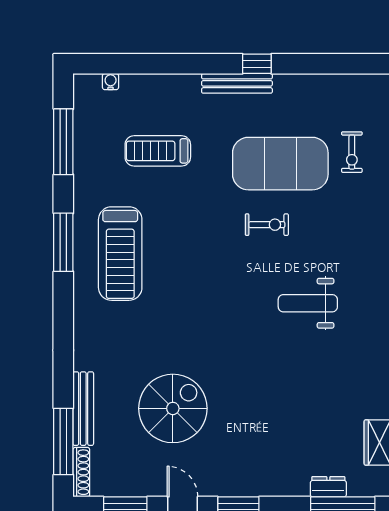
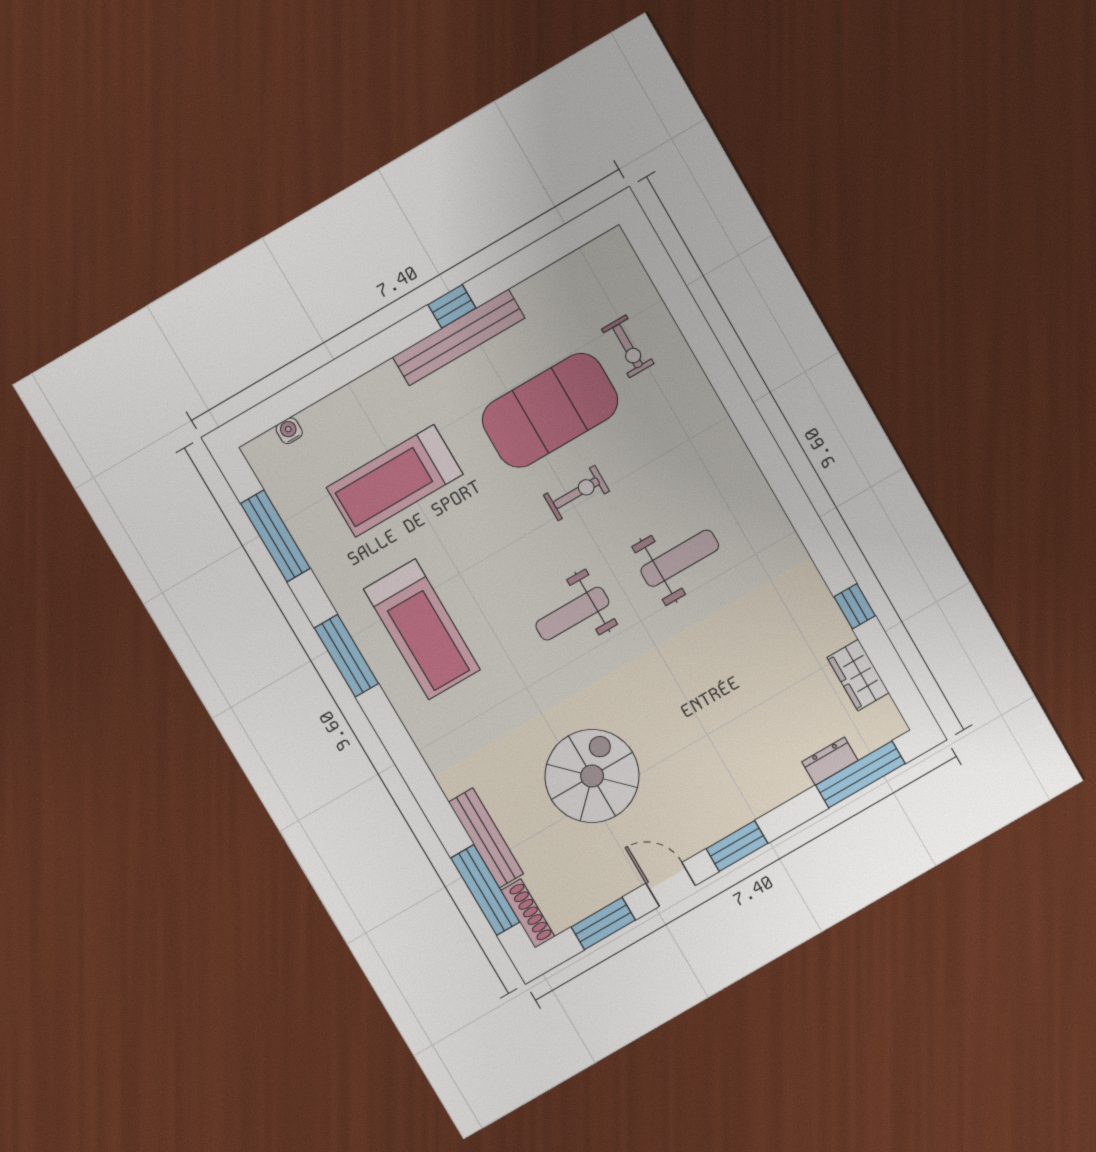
bench: (237, 83) -> (459, 338), width x1.37, depth x1.21
treadmill: (158, 151) -> (395, 481), width x1.37, depth x1.38
weight bench: (220, 299) -> (572, 614), added
weight bench: (308, 303) -> (680, 558), turned 180

